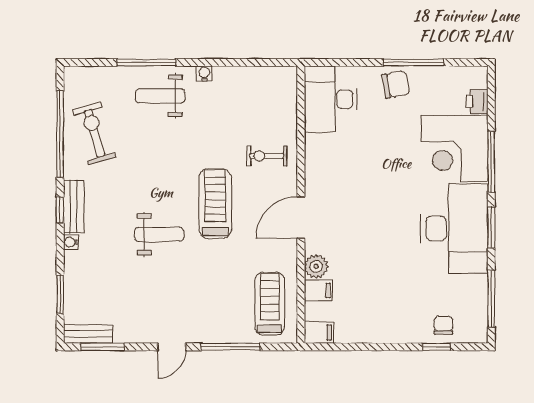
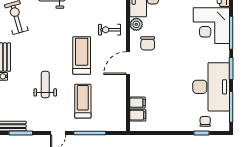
chair: (337, 181) -> (148, 43), added
desk: (454, 228) -> (211, 87), moved
weight bench: (159, 234) -> (45, 84), moved, turned -90
plant: (316, 266) -> (136, 24), moved
treadmill: (270, 304) -> (83, 101), moved
filing cabinet: (319, 332) -> (138, 115), moved

